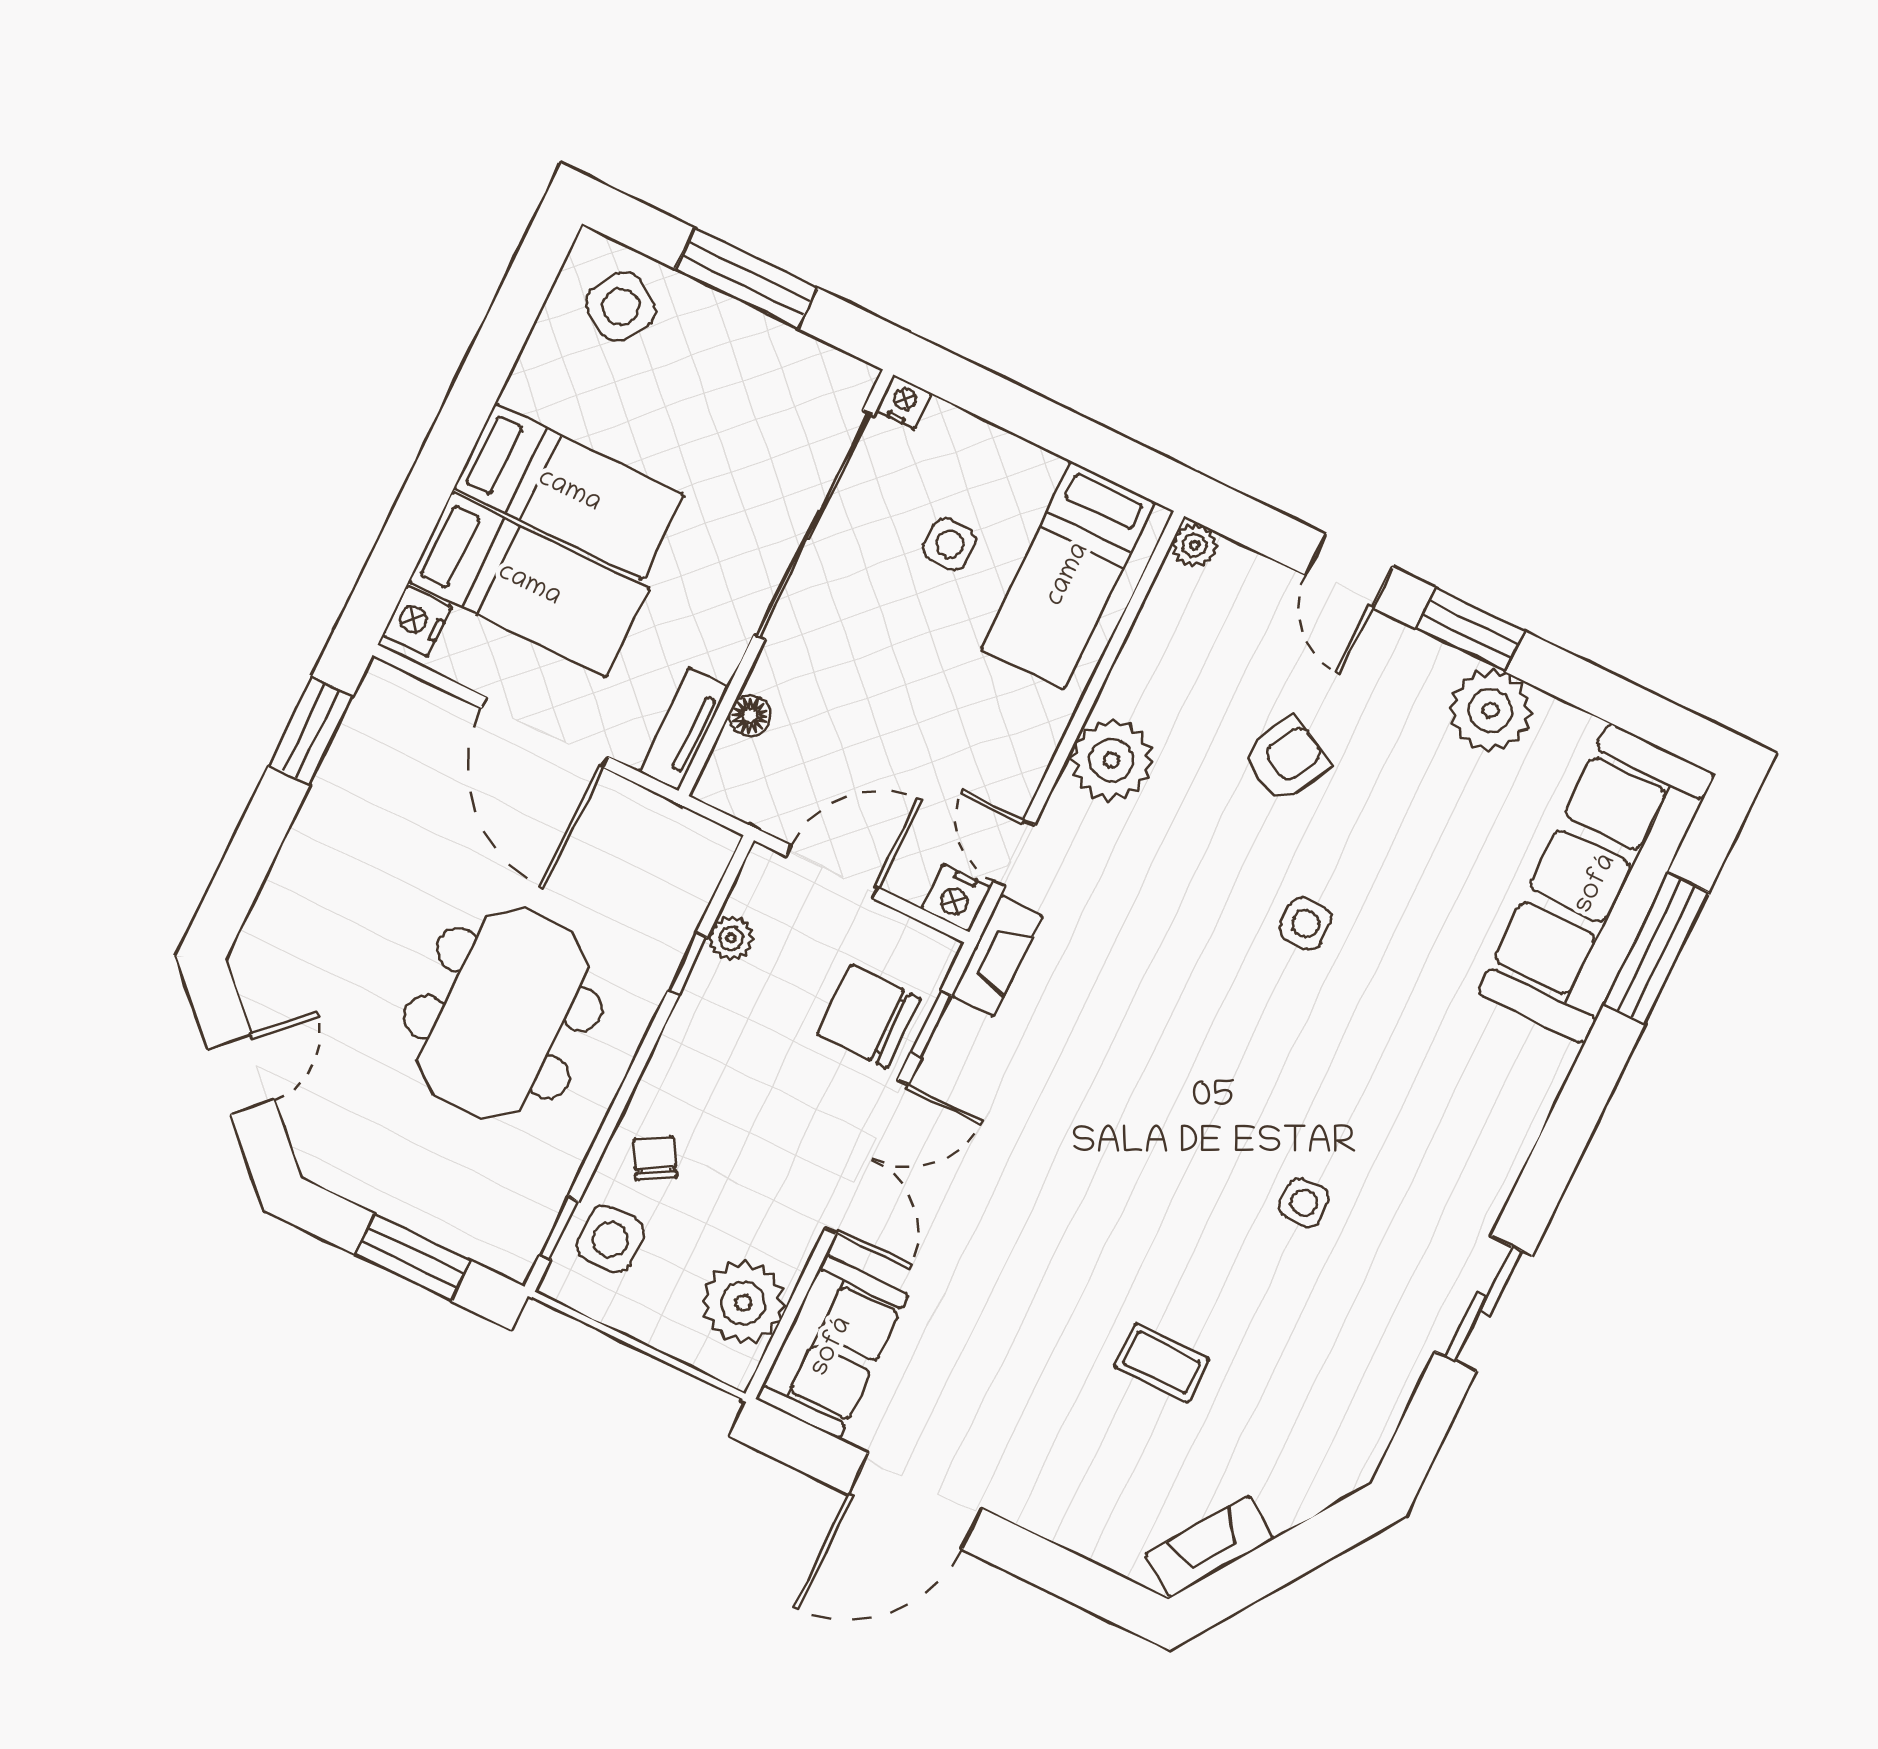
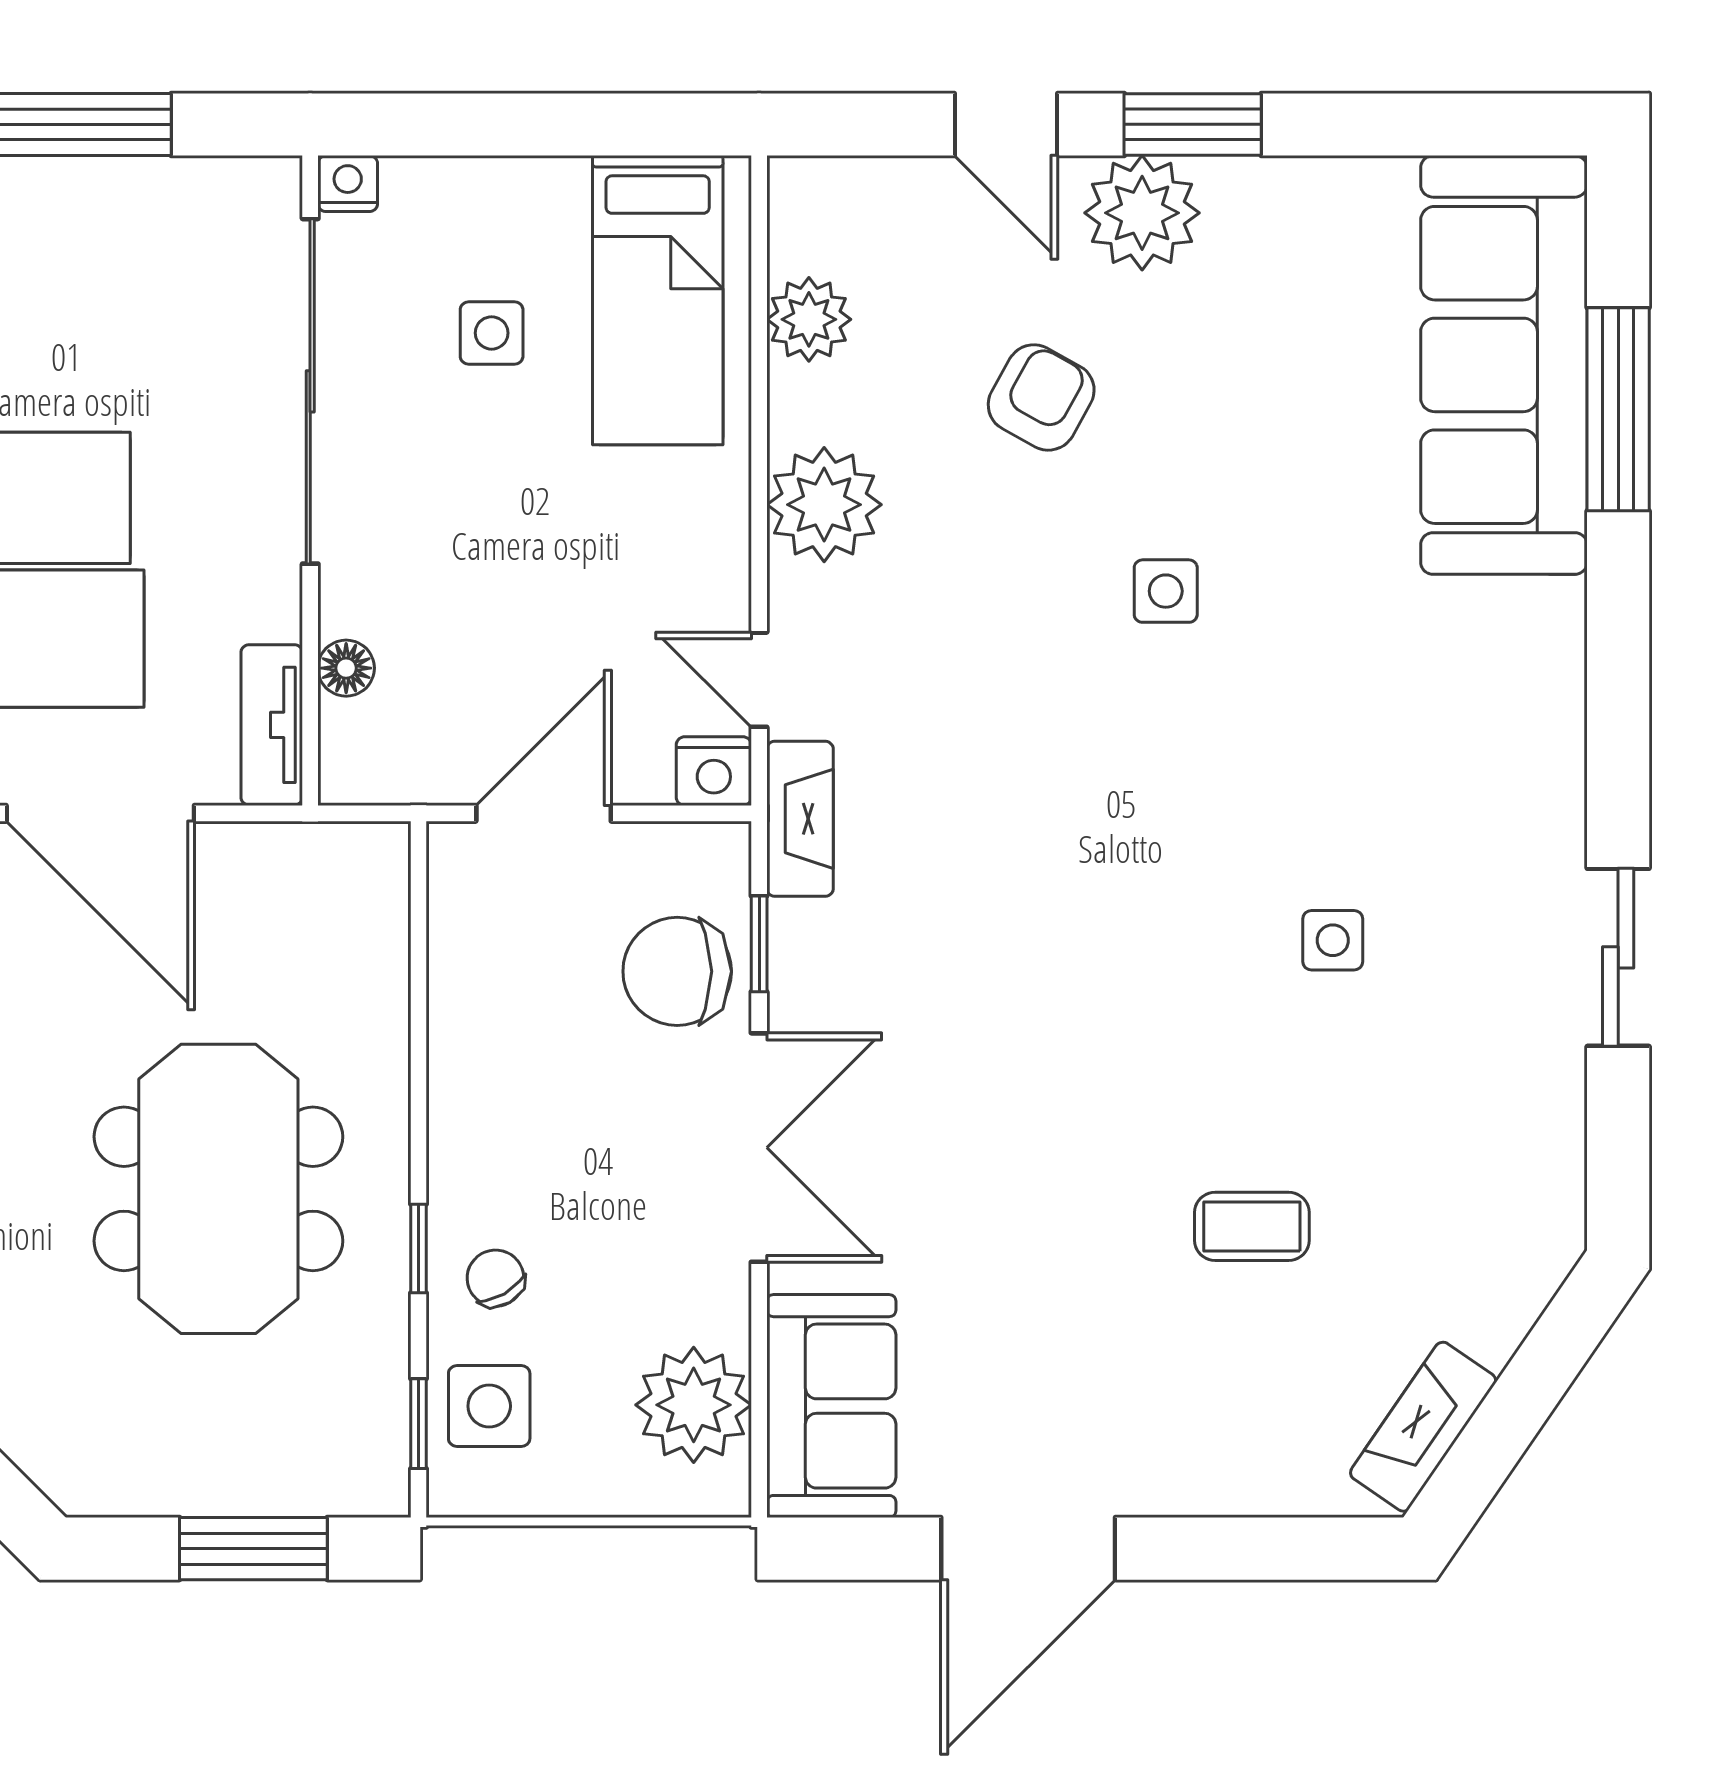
plant: (1194, 545) -> (809, 319), moved, width x1.38, depth x1.38
plant: (1491, 710) -> (1142, 213), moved
plant: (731, 938) -> (457, 957), removed
window: (688, 964) -> (418, 1248), moved

